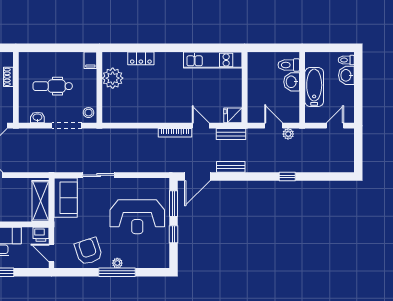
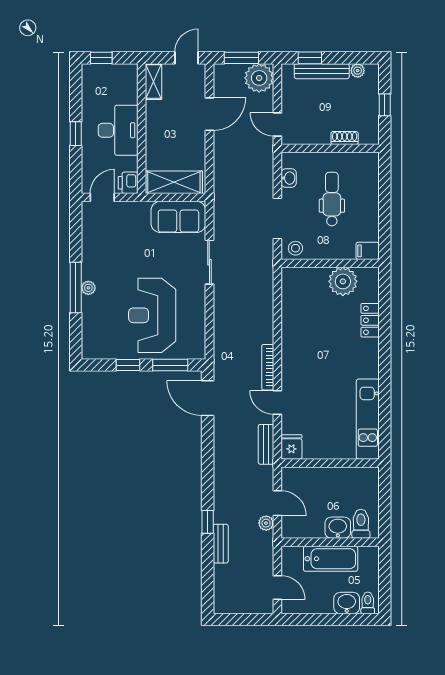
door: (201, 126) -> (277, 403), swing flipped
door: (274, 126) -> (277, 503), hinge flipped
bench: (231, 167) -> (221, 544), moved
armchair: (88, 251) -> (105, 248), removed

